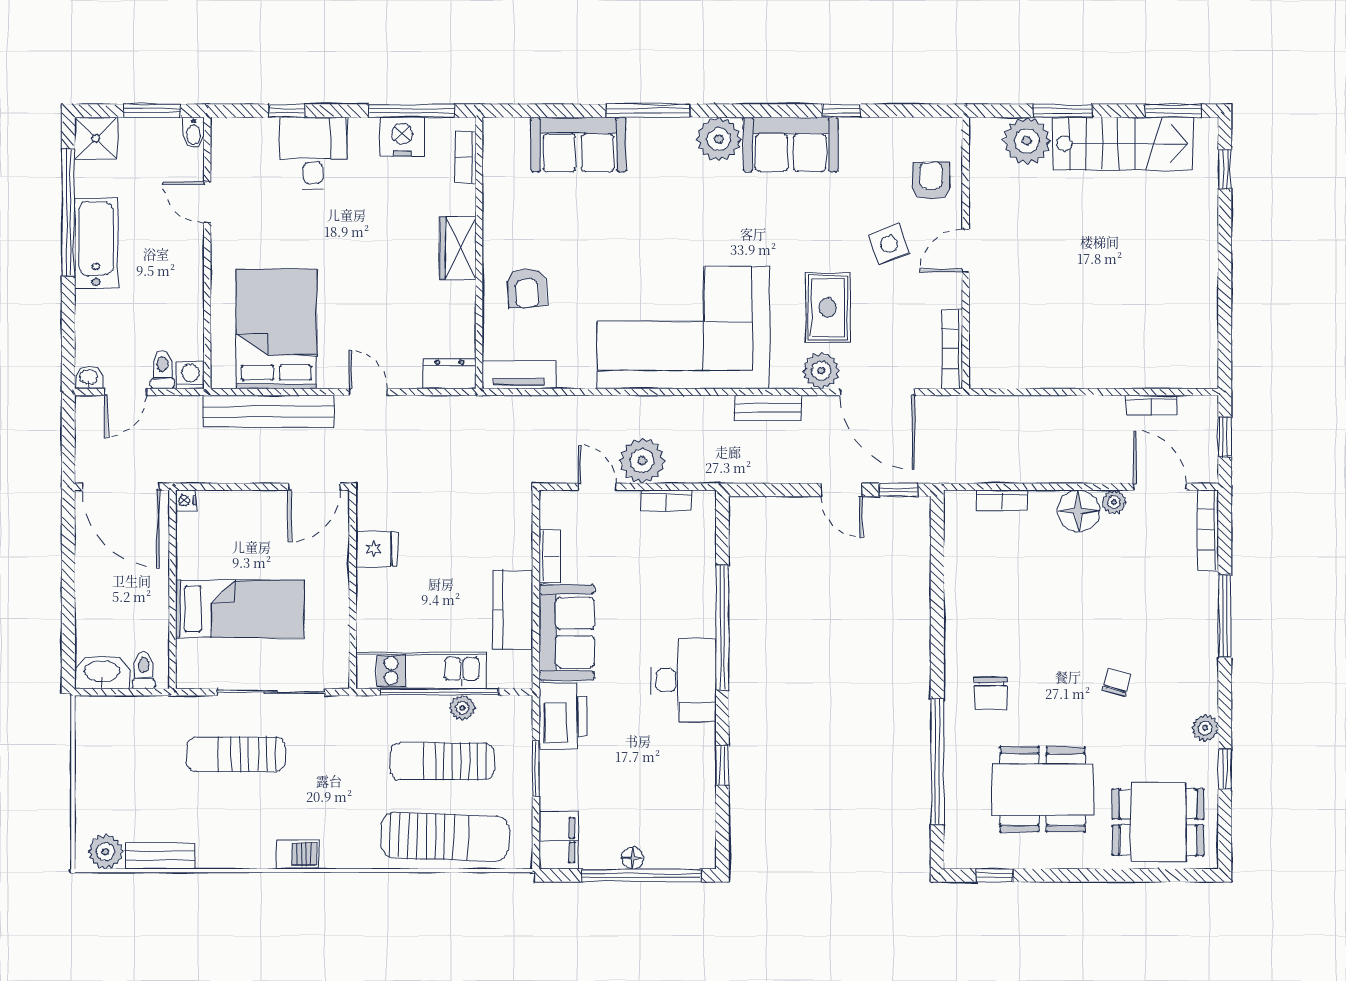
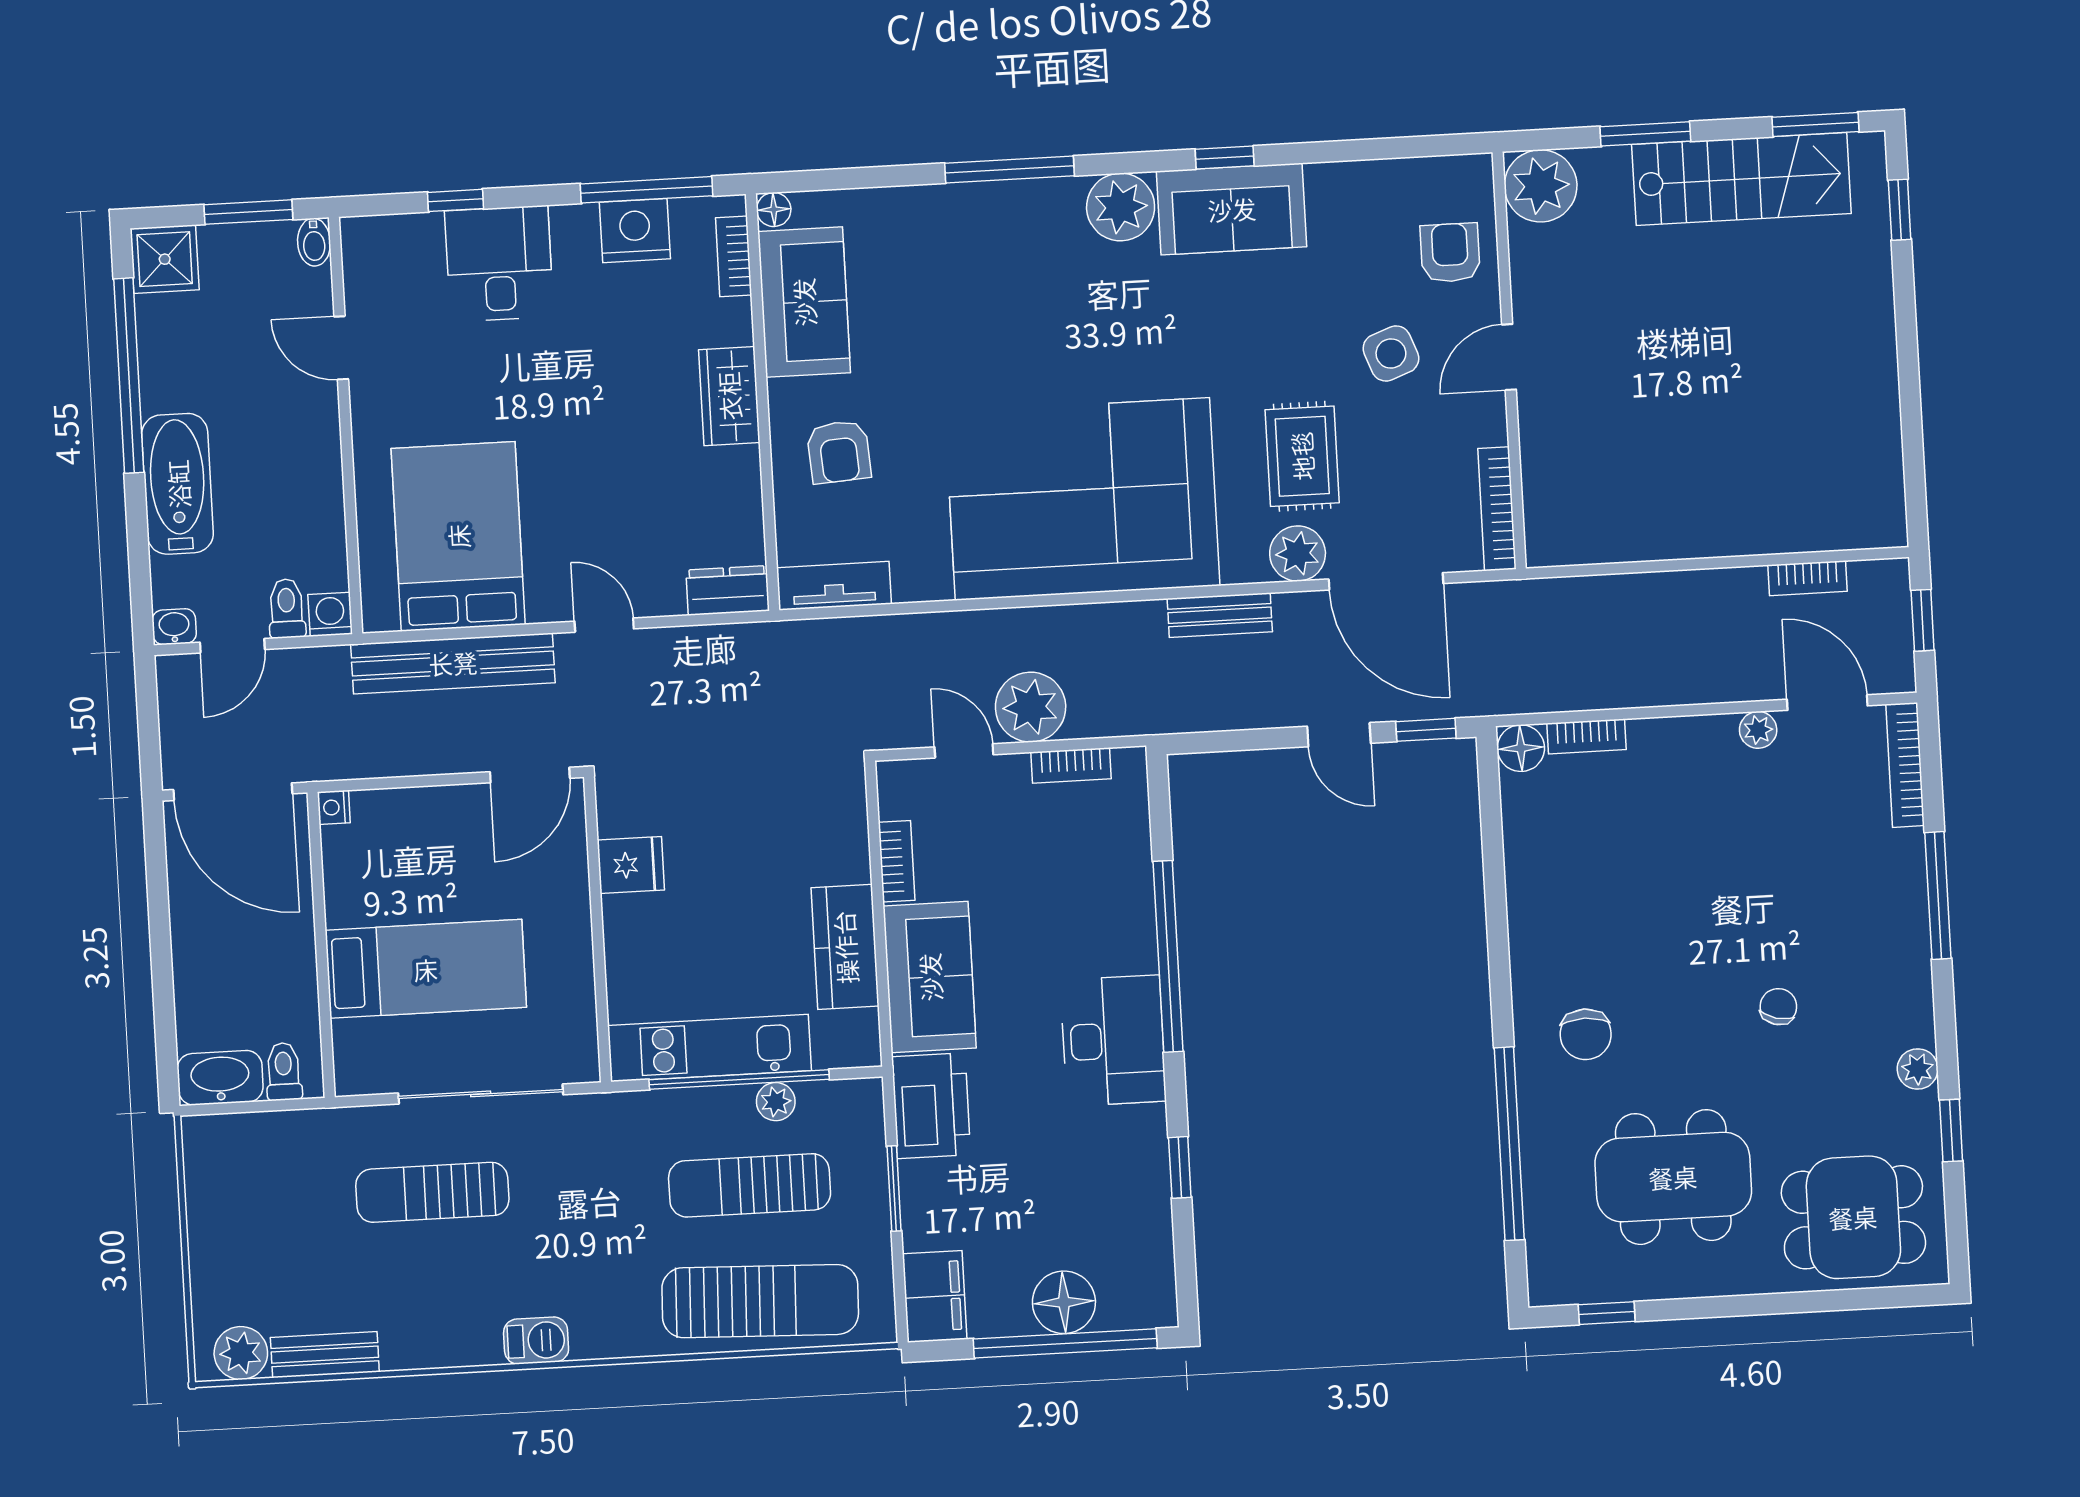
window: (841, 111) -> (1225, 157), moved
floor lamp: (493, 128) -> (774, 210), added
plant: (1027, 141) -> (1541, 186), moved
sofa: (578, 145) -> (804, 302), moved, turned -90
bathtub: (96, 243) -> (178, 484), moved
floor lamp: (1078, 511) -> (1521, 748), moved, width x0.73, depth x0.73
floor lamp: (633, 858) -> (1064, 1302), width x1.89, depth x1.89

